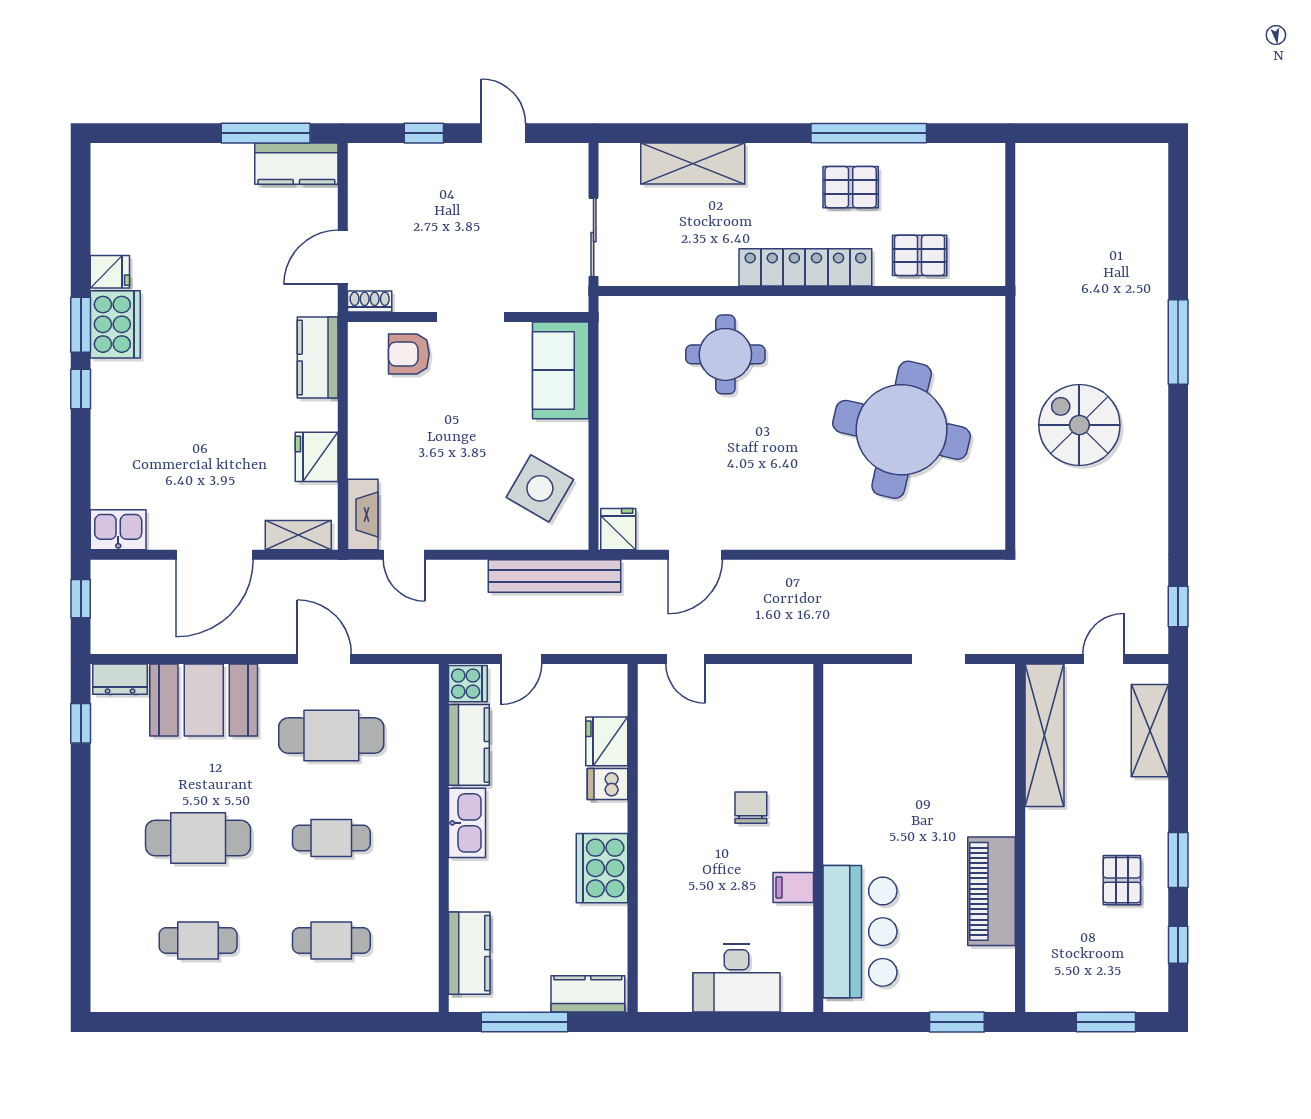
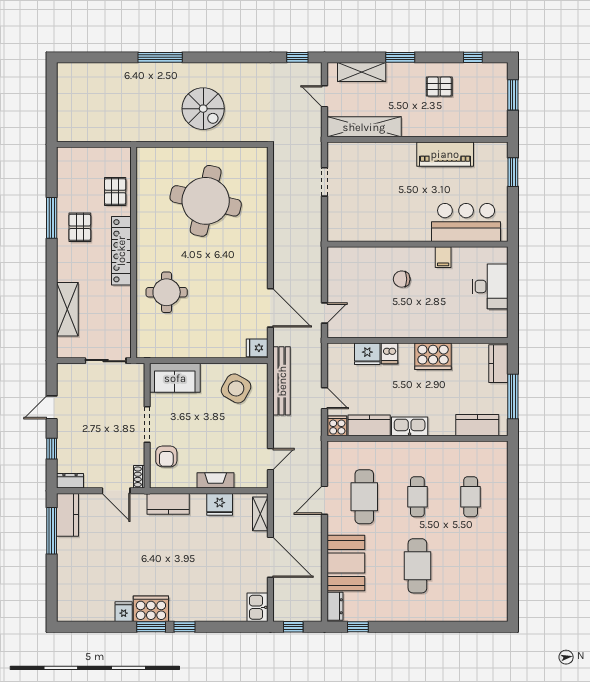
window: (869, 133) -> (52, 218), width x0.68
dresser: (362, 168) -> (70, 481), added
spiral stairs: (1079, 425) -> (203, 109), turned -90
fireplace: (363, 514) -> (216, 480), moved
door: (695, 555) -> (270, 308), width x1.36
window: (1178, 860) -> (400, 57), moved
cafe table: (198, 940) -> (471, 566), removed

